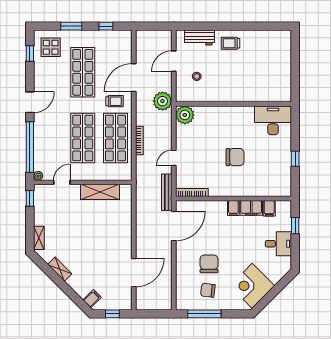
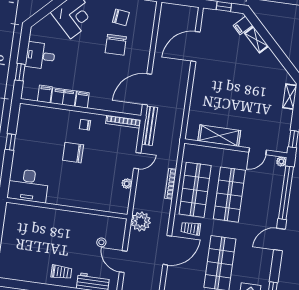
door: (174, 61) -> (123, 262), swing flipped
plant: (185, 115) -> (127, 184), moved, width x0.53, depth x0.53
chair: (227, 185) -> (85, 125), added
shelving: (60, 269) -> (256, 40), moved

